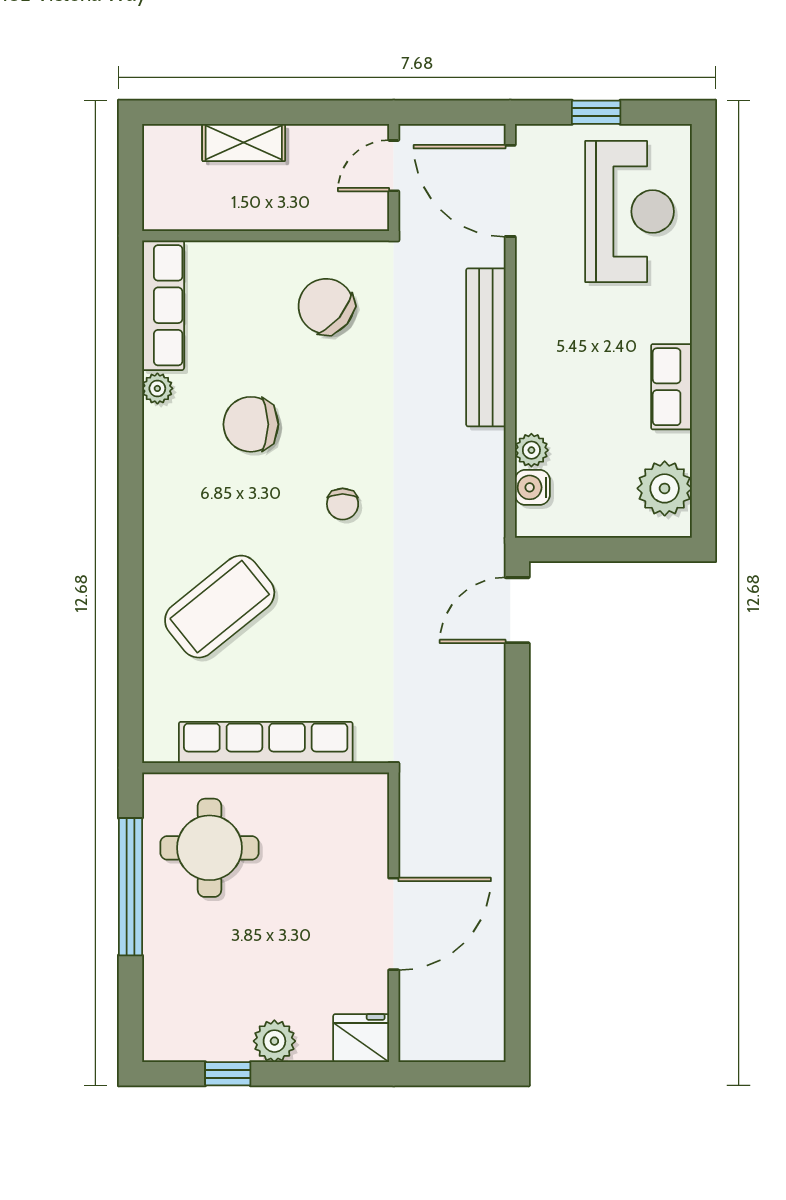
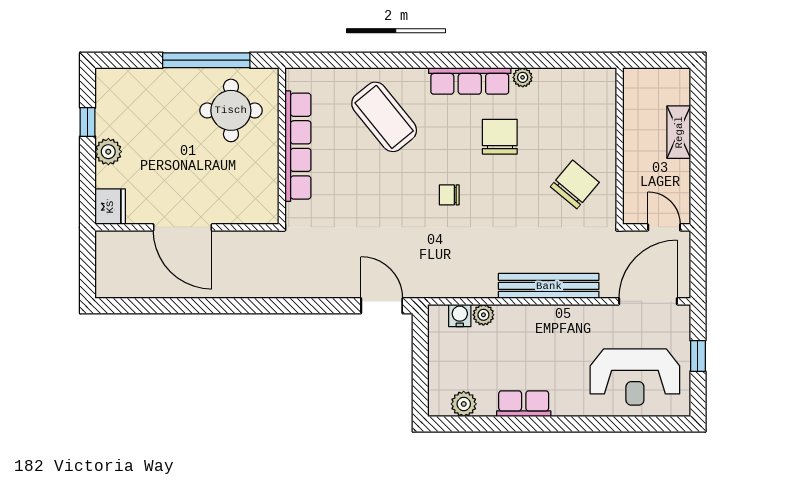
row of seats: (163, 305) -> (470, 81), moved
plant: (665, 488) -> (464, 404), width x0.73, depth x0.73

